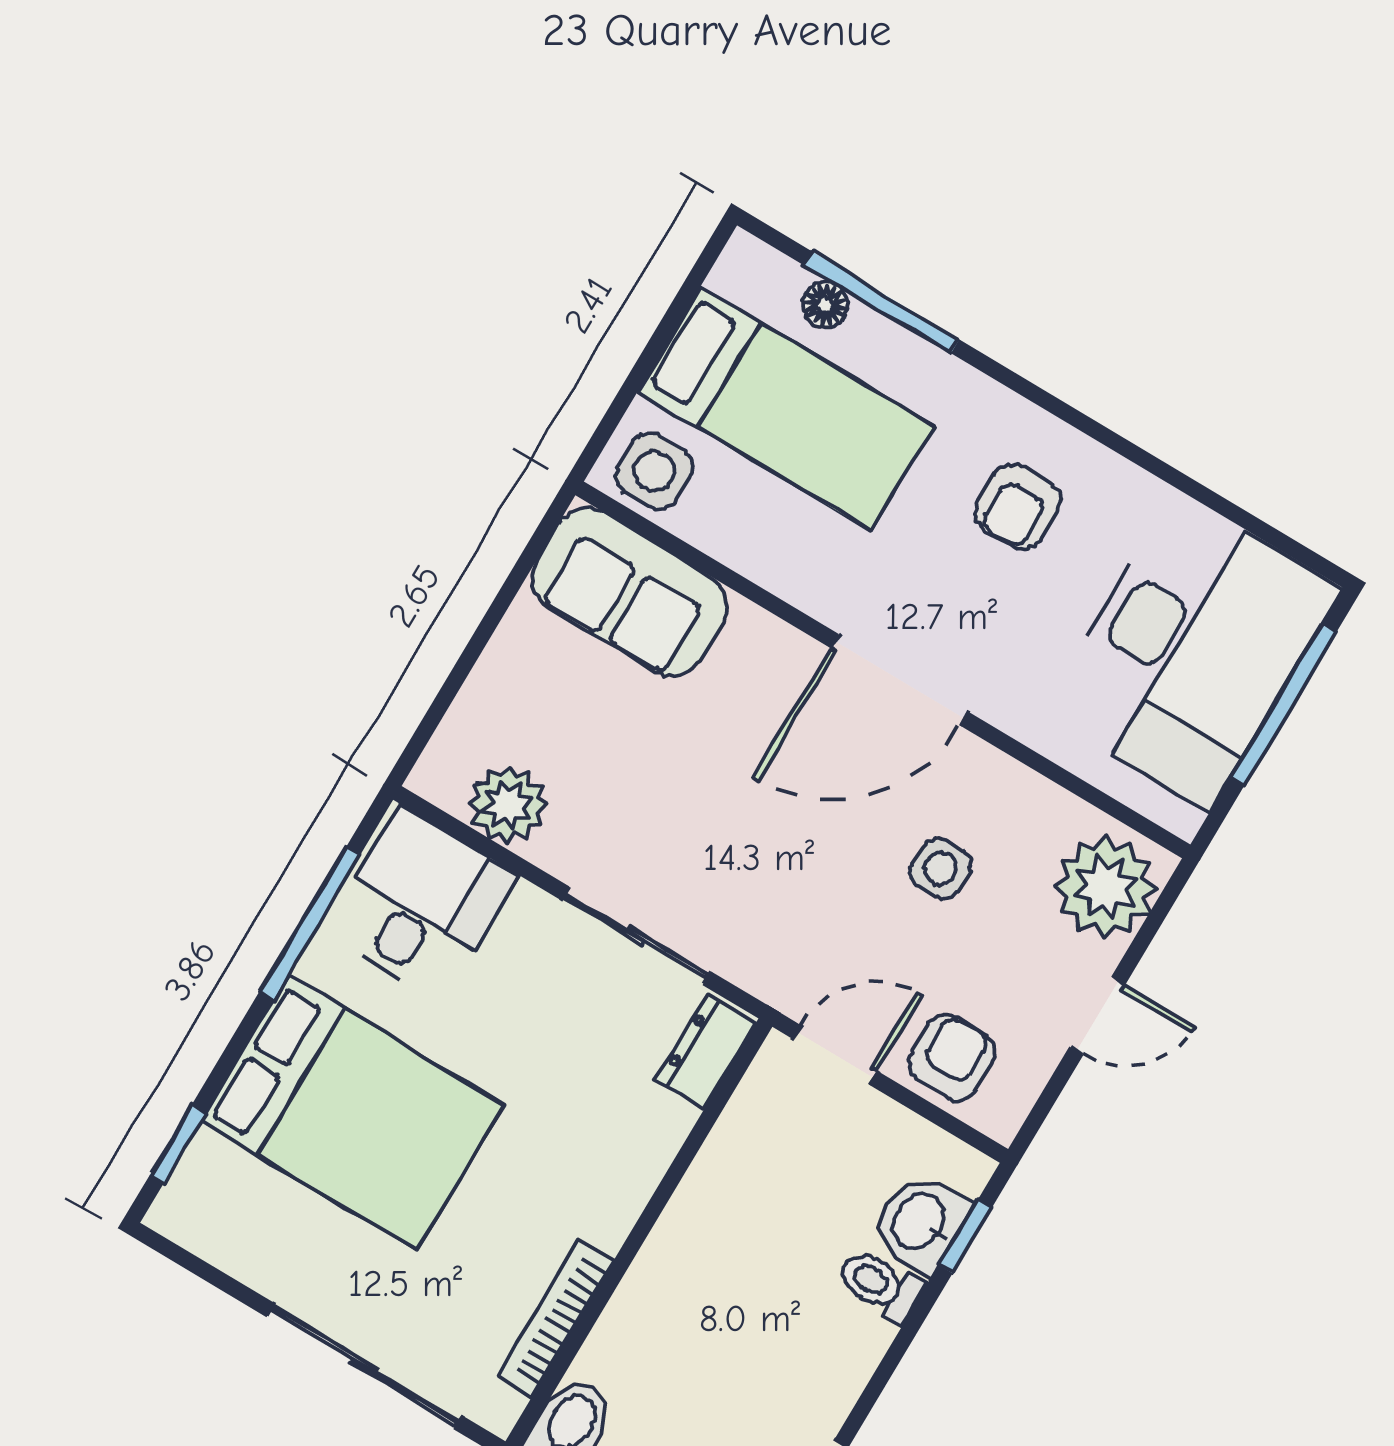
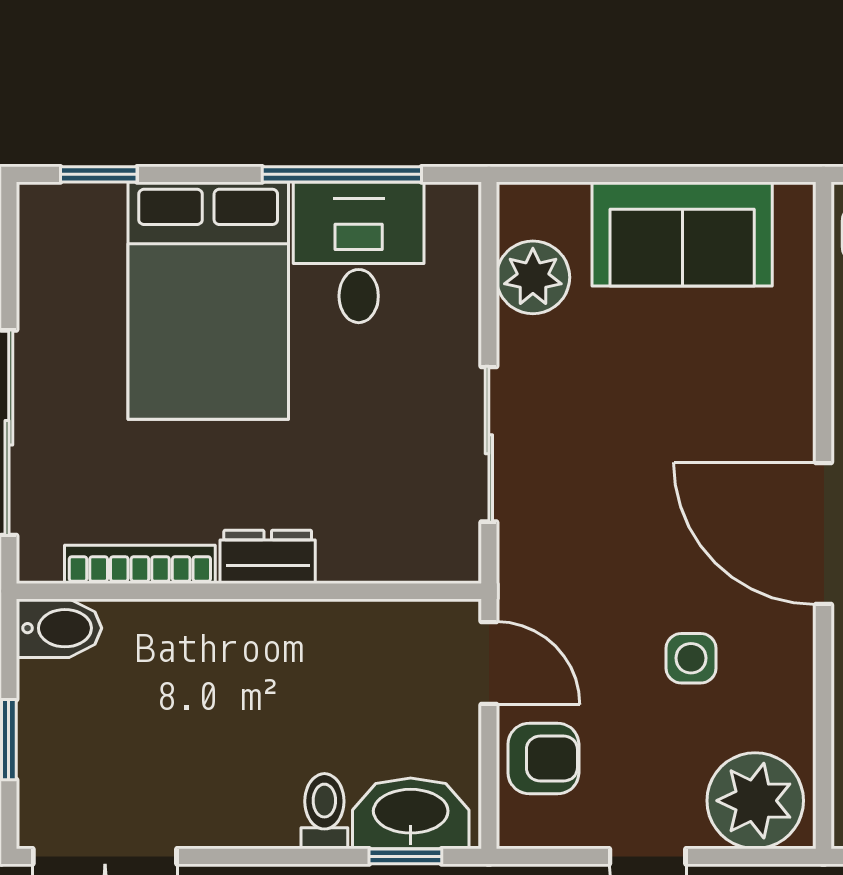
sofa: (630, 592) -> (682, 234), moved, turned -90
desk: (421, 903) -> (359, 252), moved, turned -90
dresser: (706, 1052) -> (268, 557), moved
washbasin: (920, 1223) -> (411, 813), width x1.38

